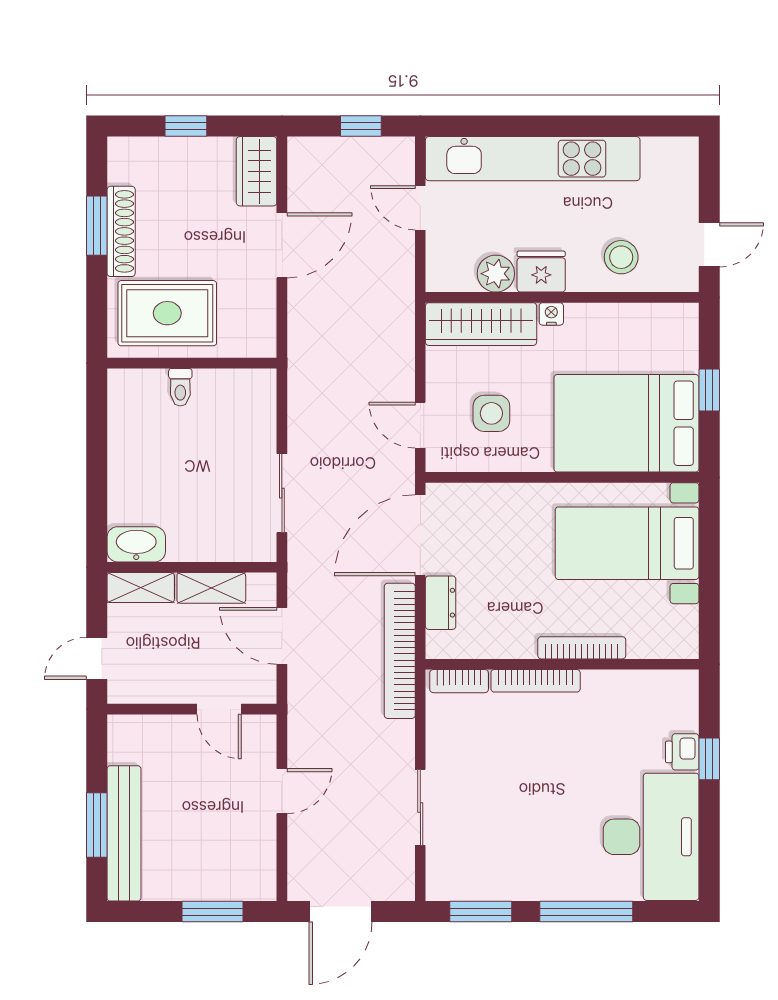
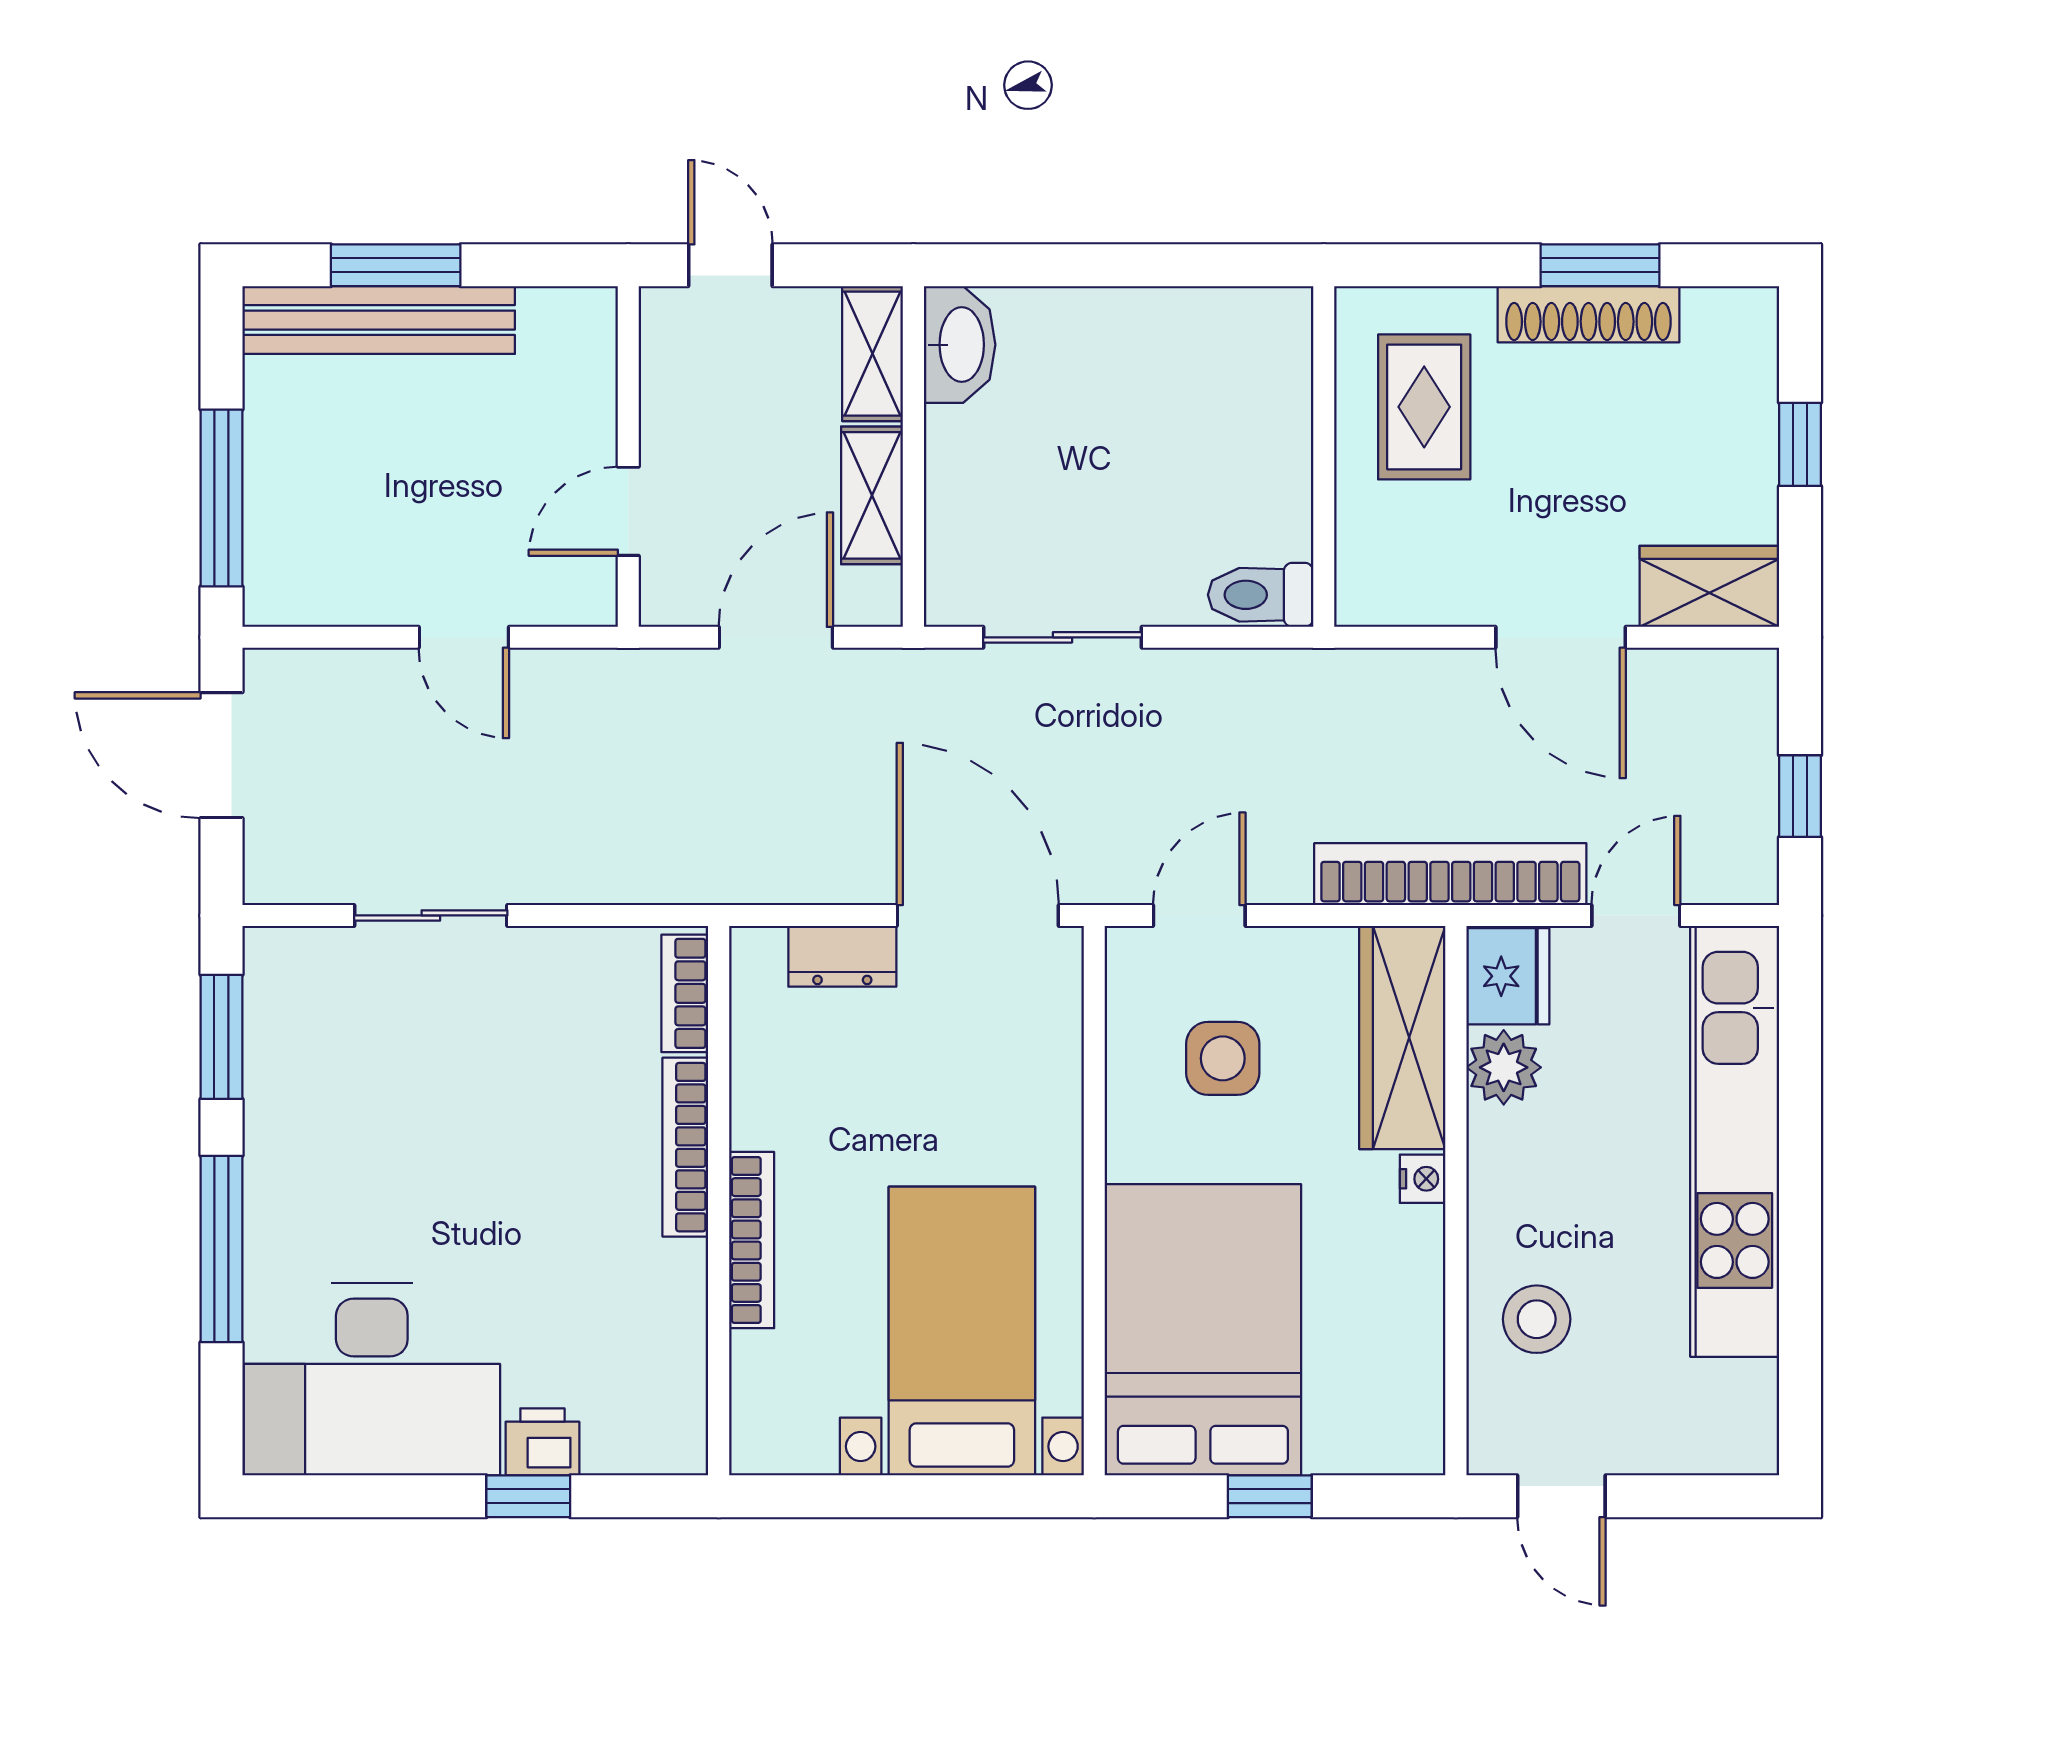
fridge: (541, 272) -> (1508, 976), moved
rug: (167, 313) -> (1424, 407), width x0.73, depth x0.70
toilet: (180, 387) -> (1261, 595), moved, width x1.37, depth x1.39
bookcase: (400, 651) -> (1450, 874), moved
window: (213, 912) -> (221, 498), width x1.44

